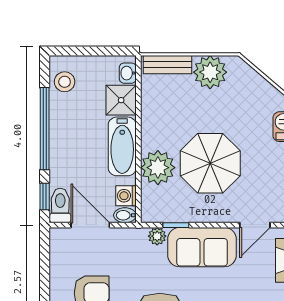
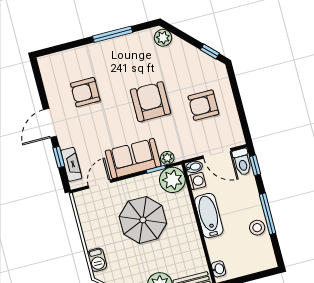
stool: (65, 82) -> (257, 228), moved
shower: (121, 100) -> (218, 248), removed
window: (45, 129) -> (268, 214), width x0.68
plant: (158, 168) -> (172, 180), moved

